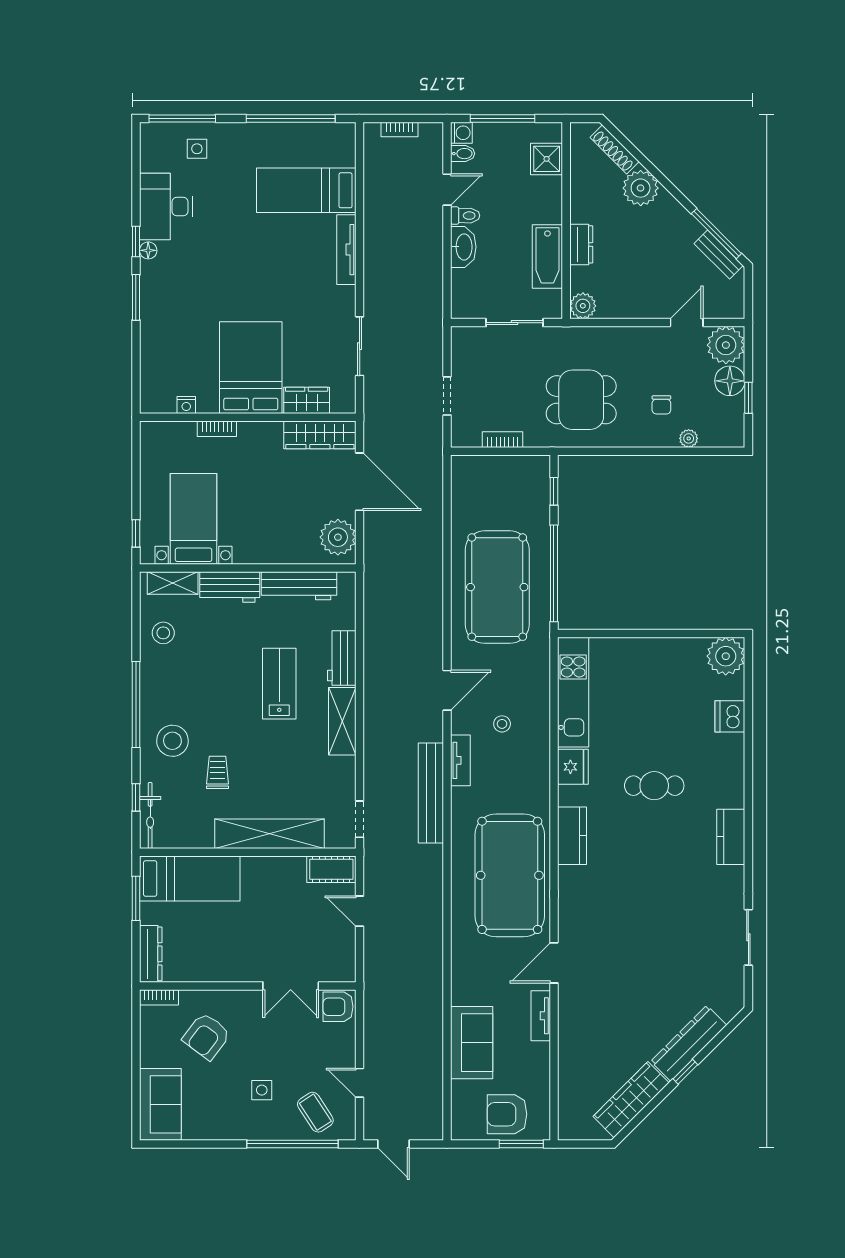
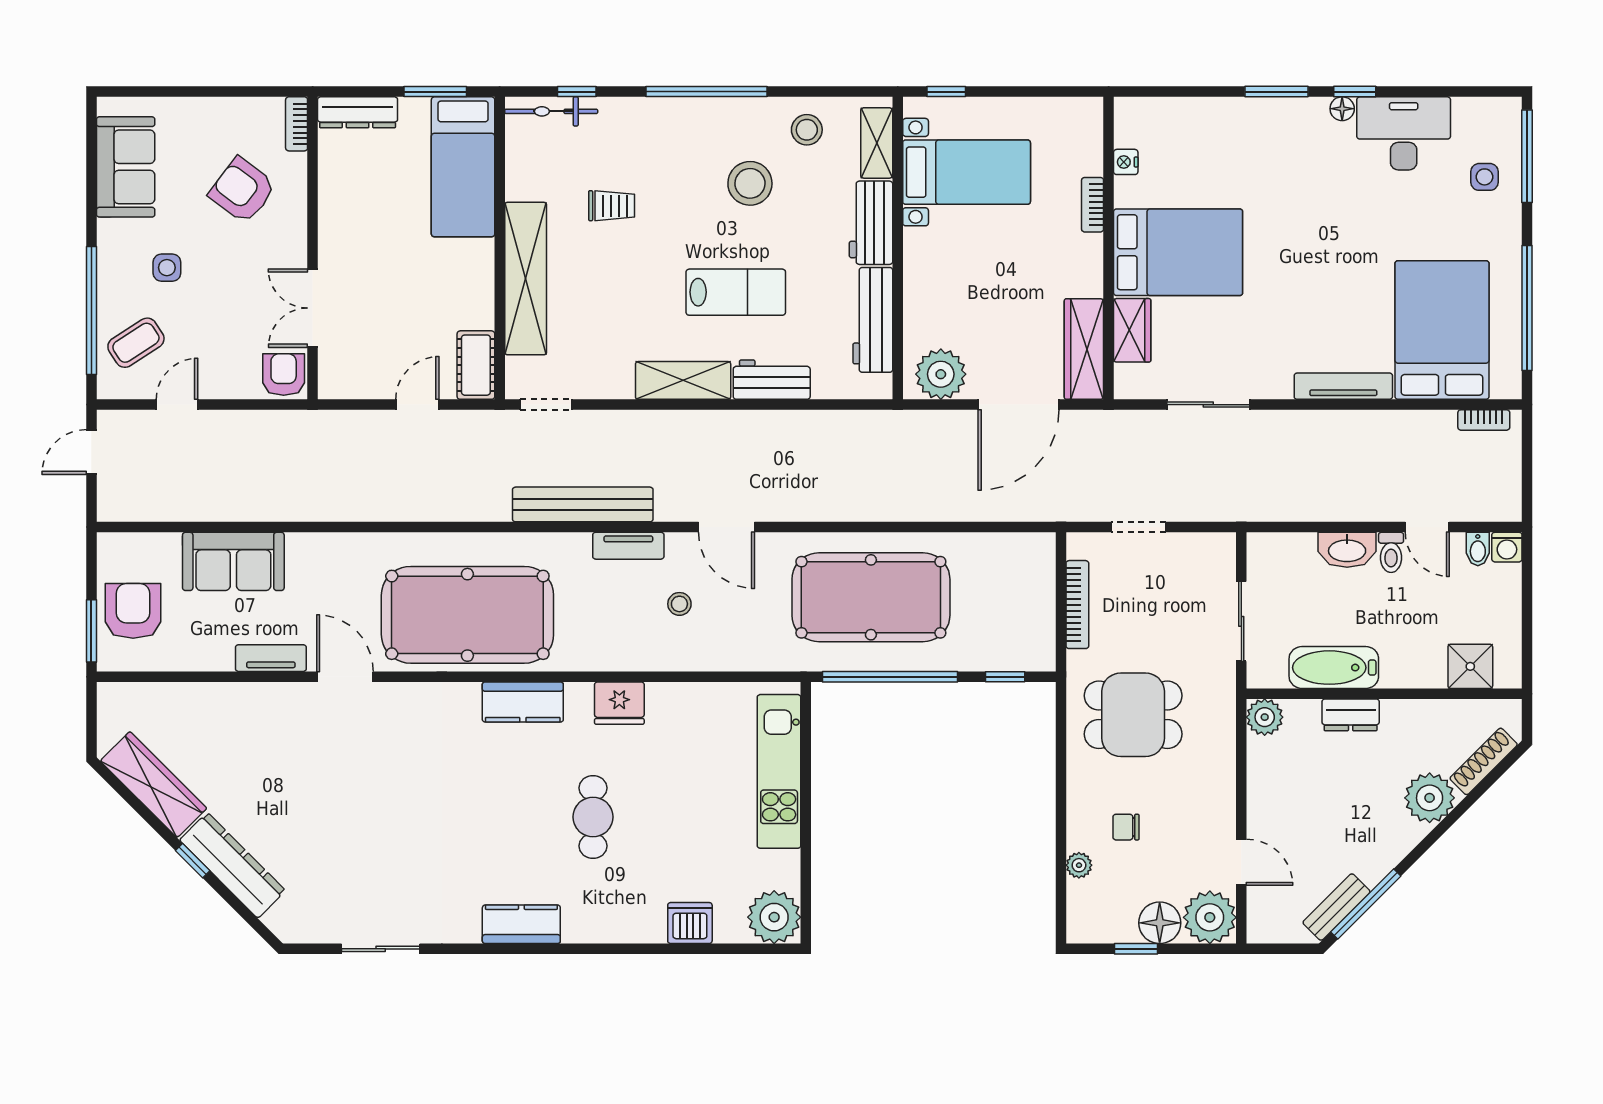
window: (503, 118) -> (1527, 605), removed
bookcase: (399, 129) -> (1484, 420), moved, turned -90
bed: (306, 190) -> (1442, 330), width x1.50
dining table: (581, 400) -> (1133, 715), turned 90
bookcase: (502, 440) -> (1077, 605), width x1.56
kitchen unit: (573, 692) -> (779, 771), moved, turned 90
stool: (172, 741) -> (750, 183), moved
sofa: (160, 1104) -> (126, 167), moved, turned -90

